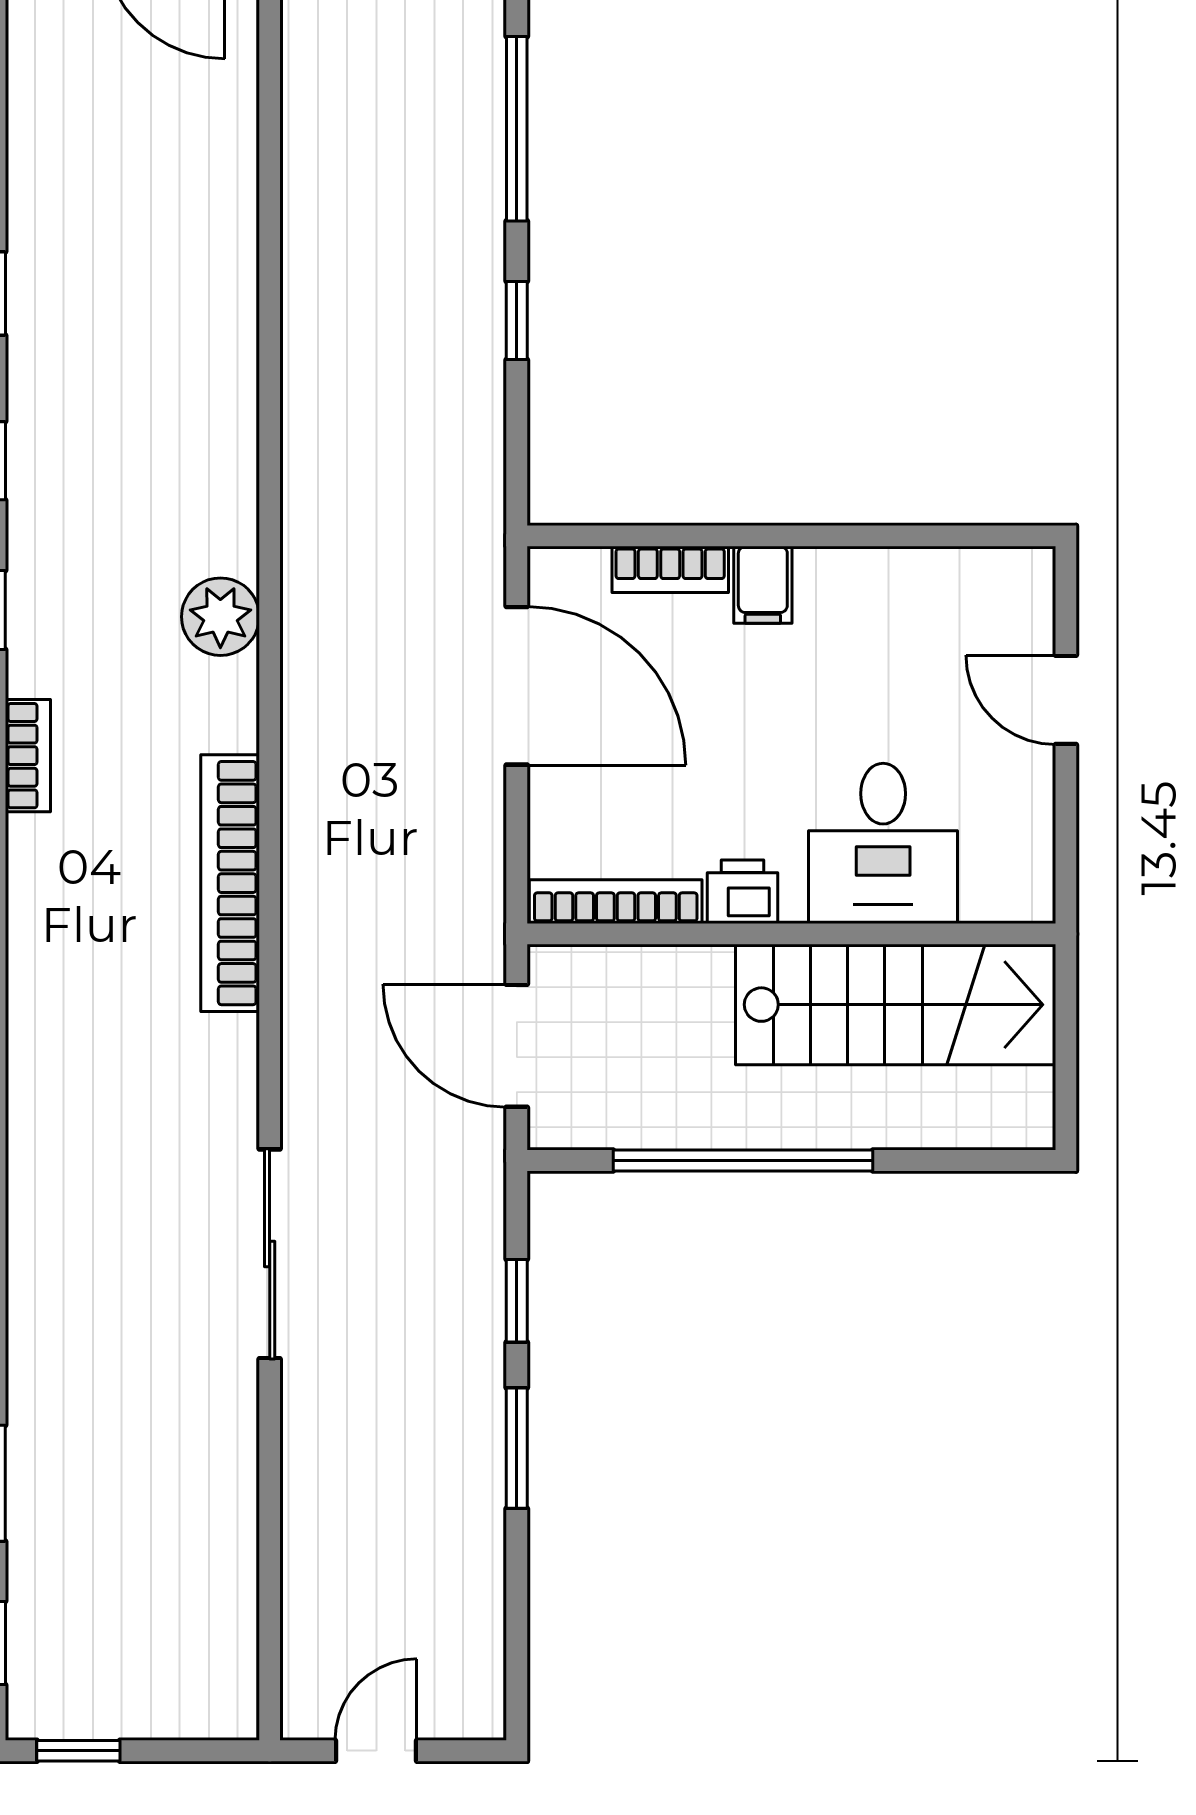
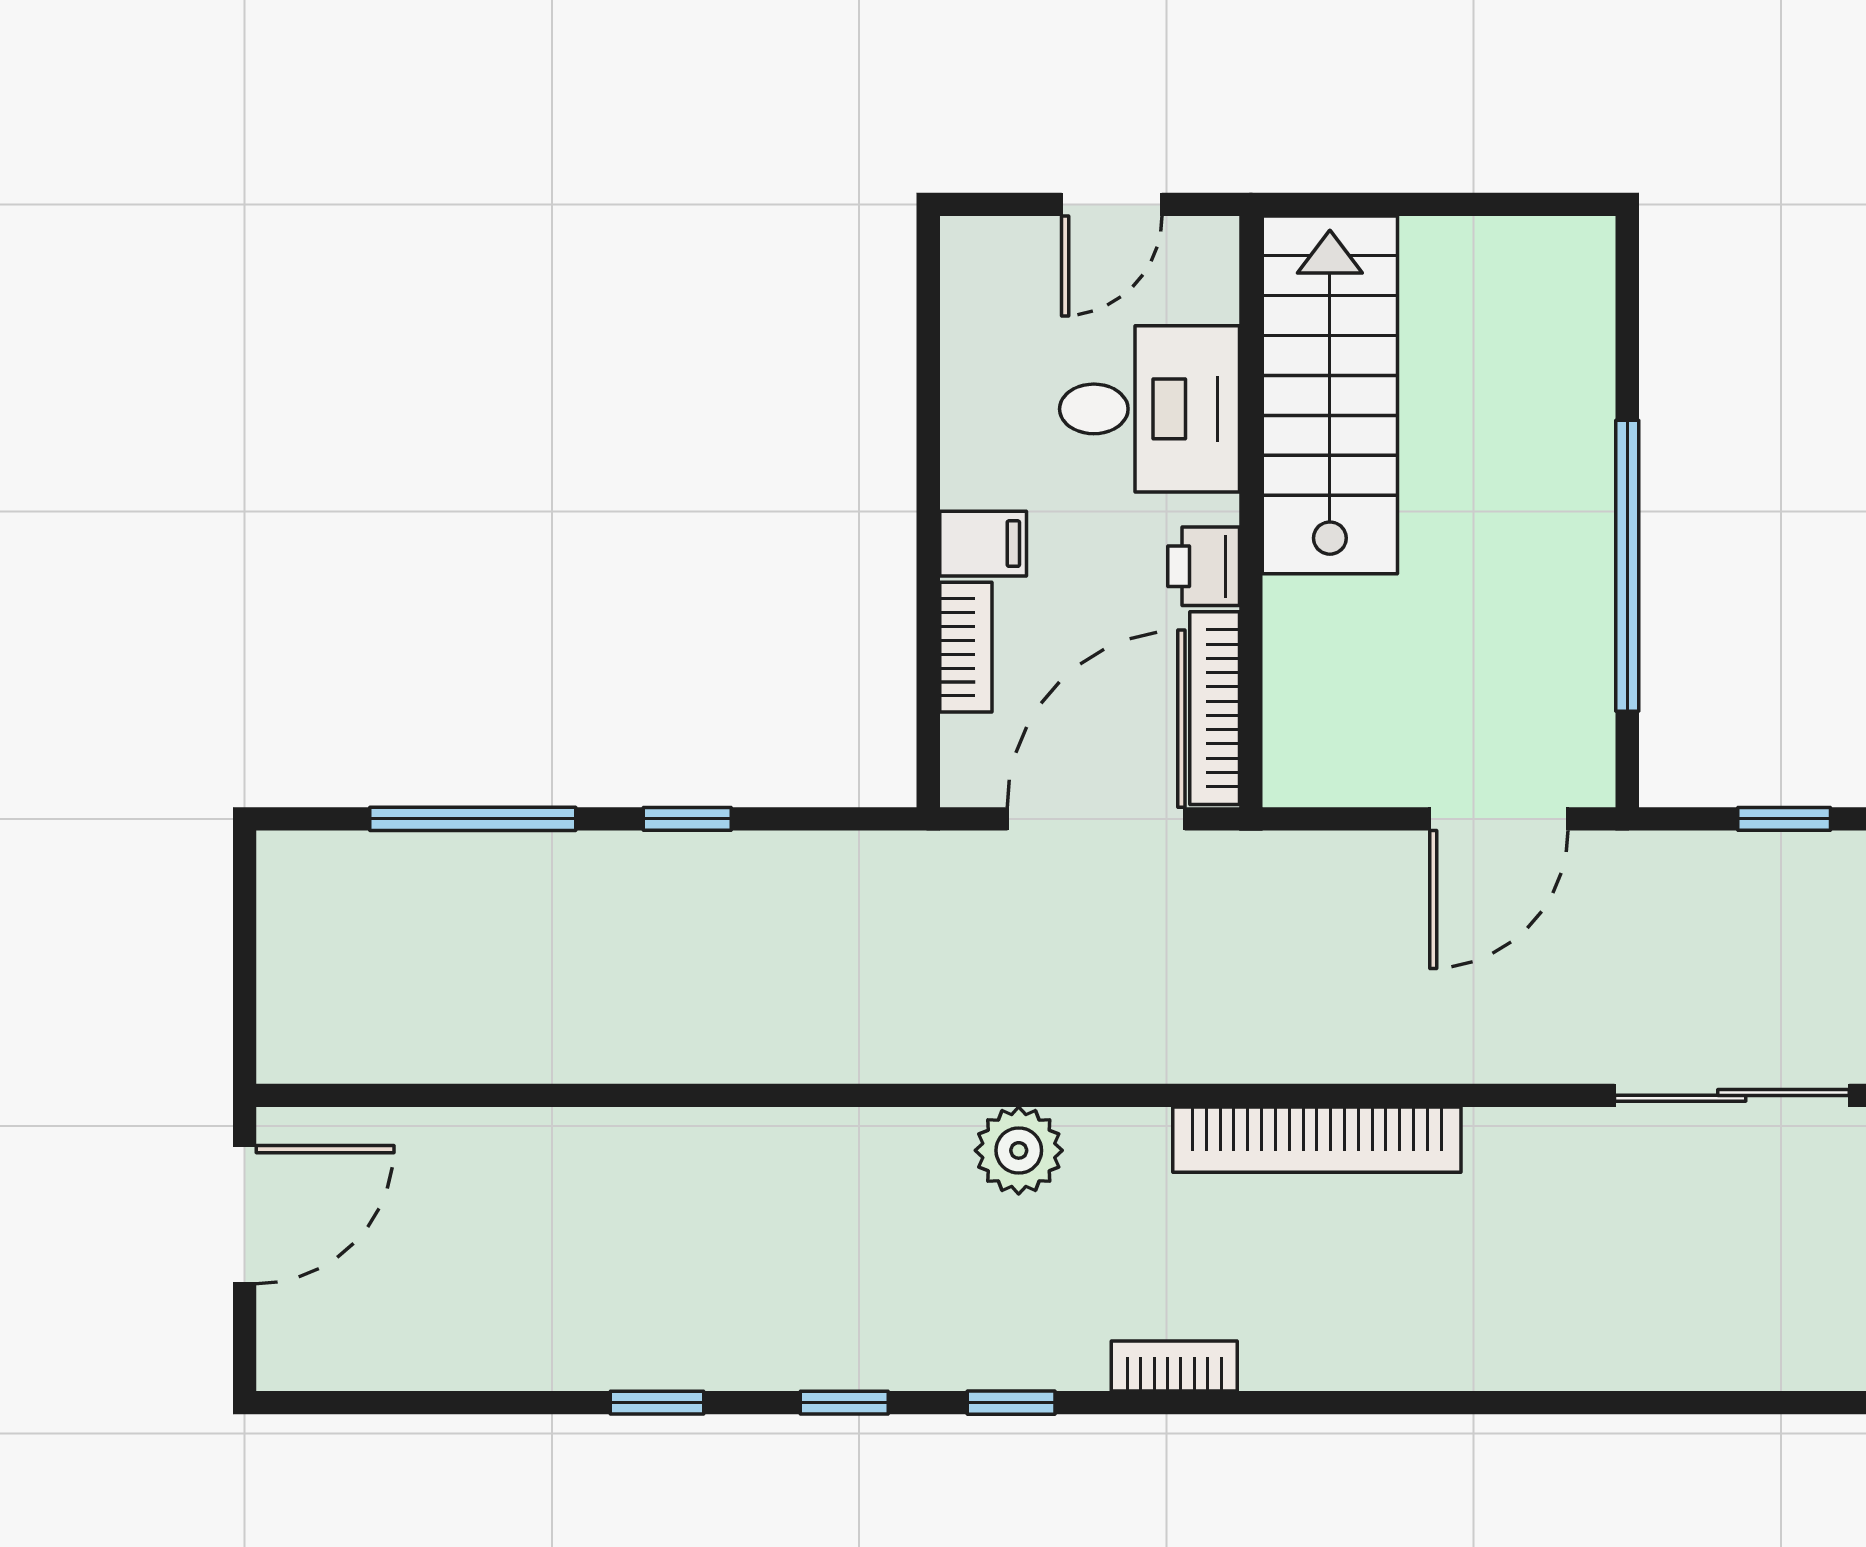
desk: (883, 843) -> (1150, 409), moved
printer: (743, 892) -> (1204, 566), moved
bookcase: (616, 902) -> (1215, 708), moved
wall: (791, 934) -> (1251, 512), moved
stairs: (896, 1005) -> (1330, 395), moved

